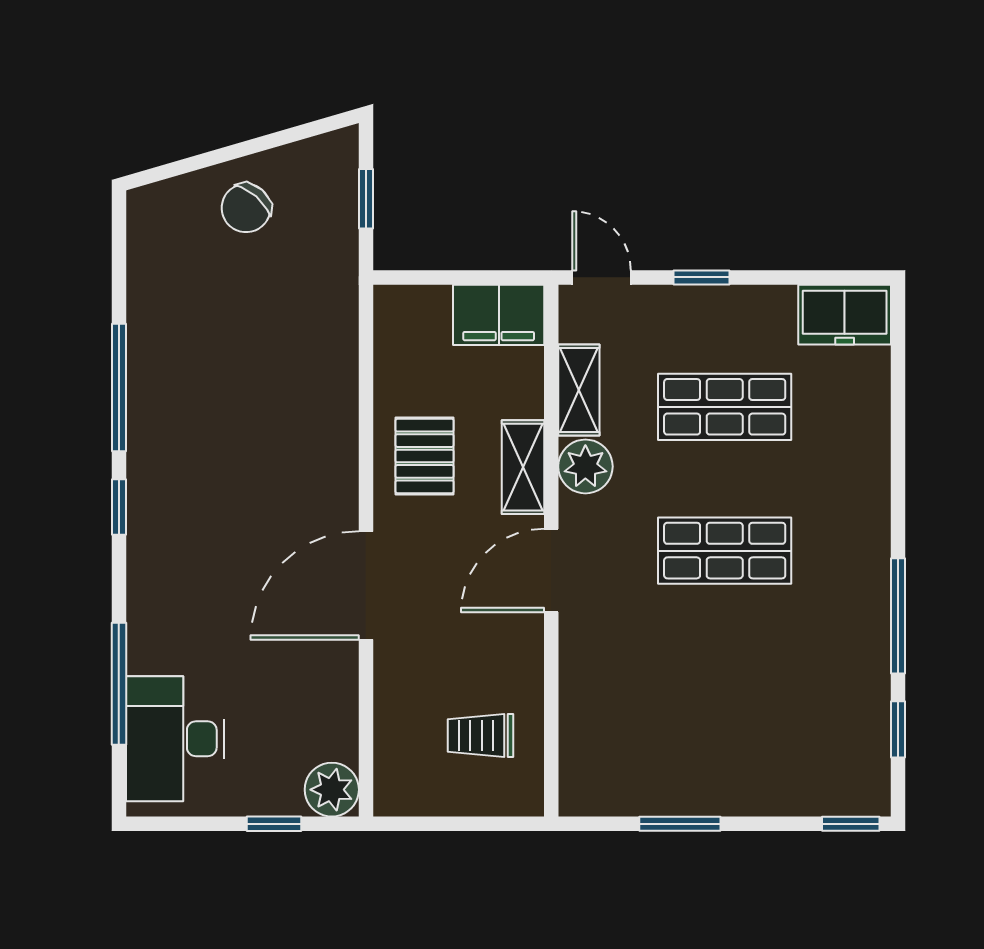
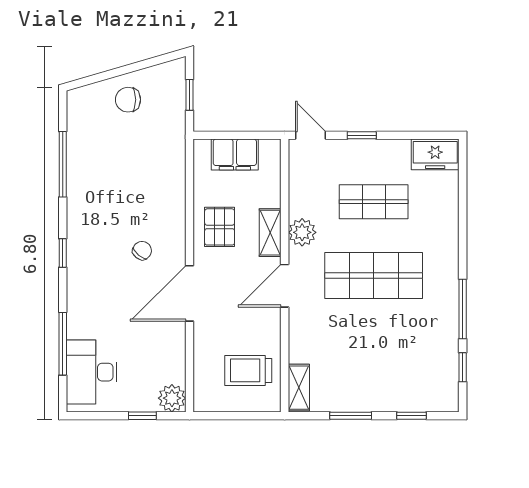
chair: (246, 208) -> (128, 100), turned 49
filing cabinet: (499, 315) -> (235, 154), moved
window: (119, 388) -> (63, 164), moved
shelving: (579, 390) -> (299, 388), moved
chair: (274, 502) -> (142, 251), added
shop shelf: (725, 551) -> (374, 275), width x1.43, depth x1.36
trolley: (481, 736) -> (248, 370), width x1.36, depth x1.39
window: (851, 824) -> (411, 416), moved

